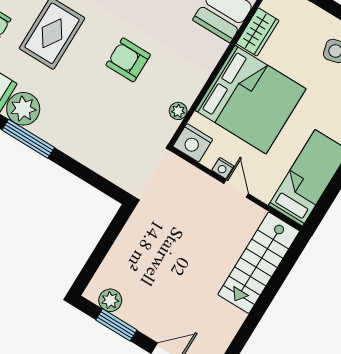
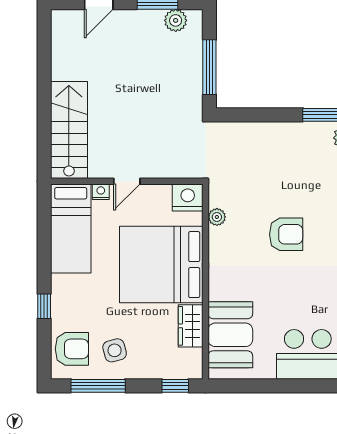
nightstand: (223, 168) -> (101, 192), moved
door: (236, 189) -> (127, 181), hinge flipped
window: (106, 243) -> (209, 67), added

